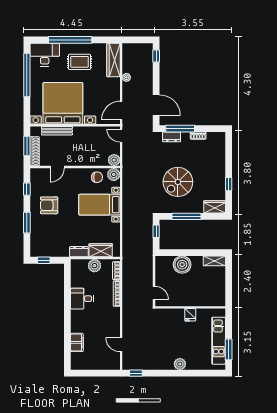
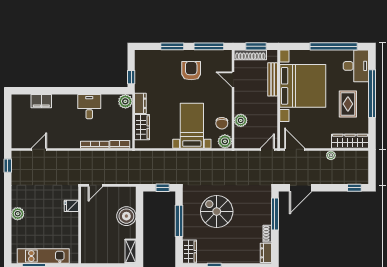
dresser: (172, 137) -> (266, 253), moved
plant: (114, 160) -> (241, 120), moved
window: (27, 189) -> (209, 46), width x2.17
window: (44, 260) -> (131, 77), moved
plant: (94, 266) -> (125, 101), moved
fridge: (190, 315) -> (71, 206), moved

